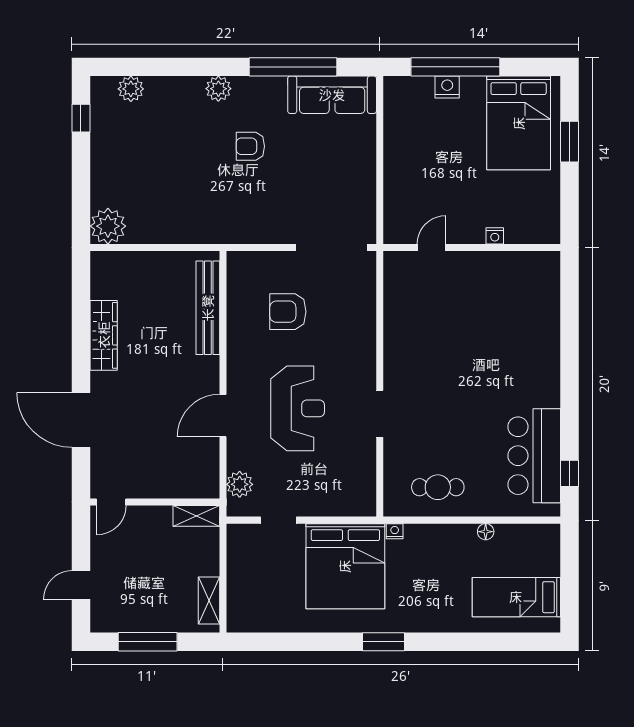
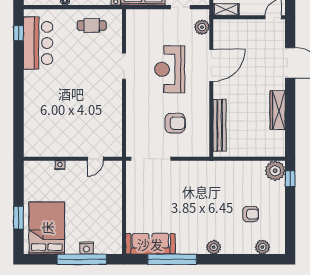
window: (81, 118) -> (290, 179), moved
armchair: (250, 146) -> (251, 214), moved
door: (223, 416) -> (211, 65), width x1.36

